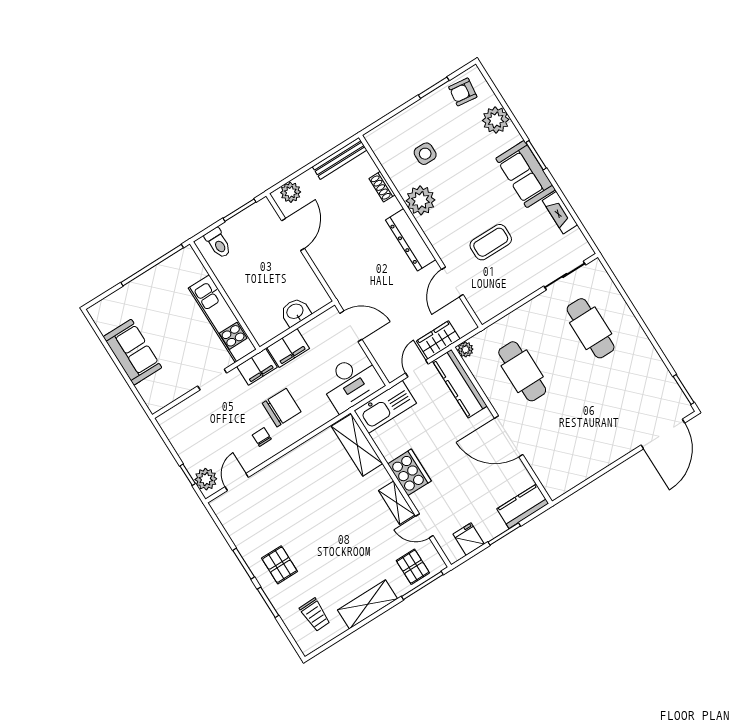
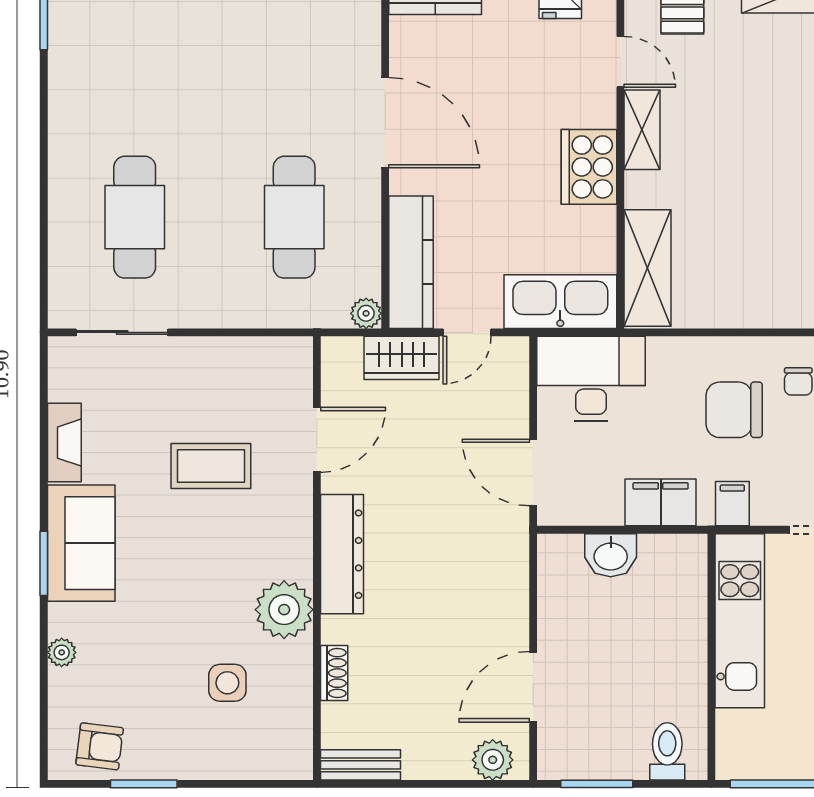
plant: (496, 120) -> (62, 652), width x0.53, depth x0.53
bench: (340, 158) -> (361, 765), width x0.73
filing cabinet: (257, 367) -> (732, 504), width x0.50

